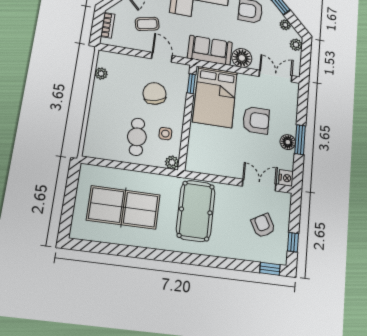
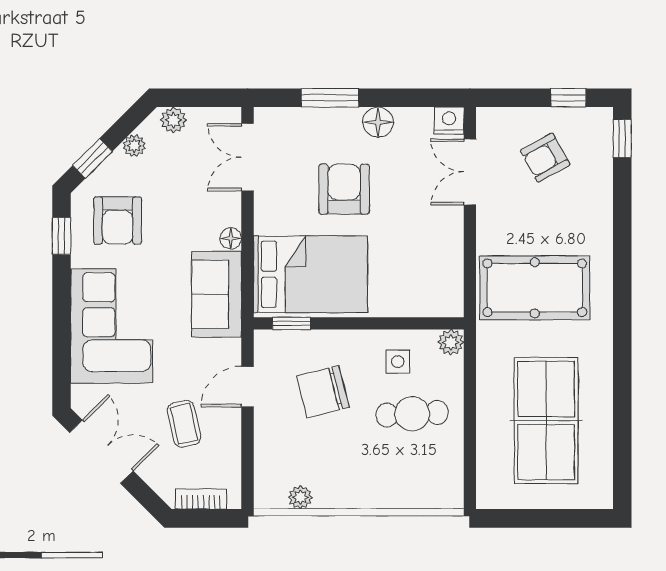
floor lamp: (242, 58) -> (231, 238), width x0.53, depth x0.53
window: (300, 140) -> (330, 98), moved

